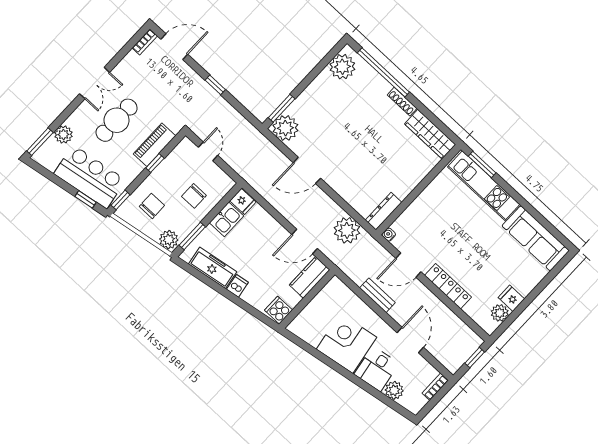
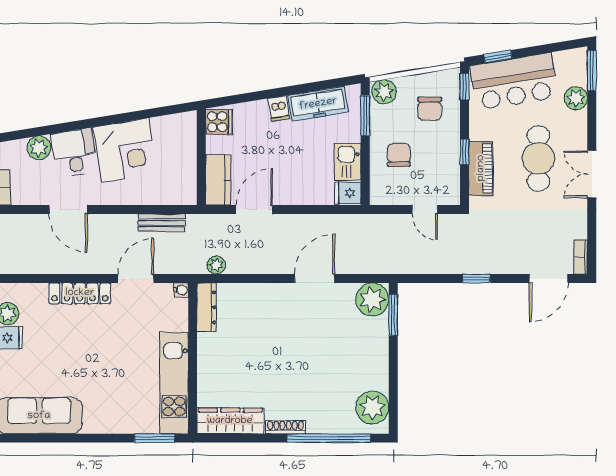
kitchen unit: (484, 186) -> (174, 383), moved, turned -90
plant: (347, 230) -> (216, 265), width x0.53, depth x0.53
bench: (377, 295) -> (162, 223), moved

